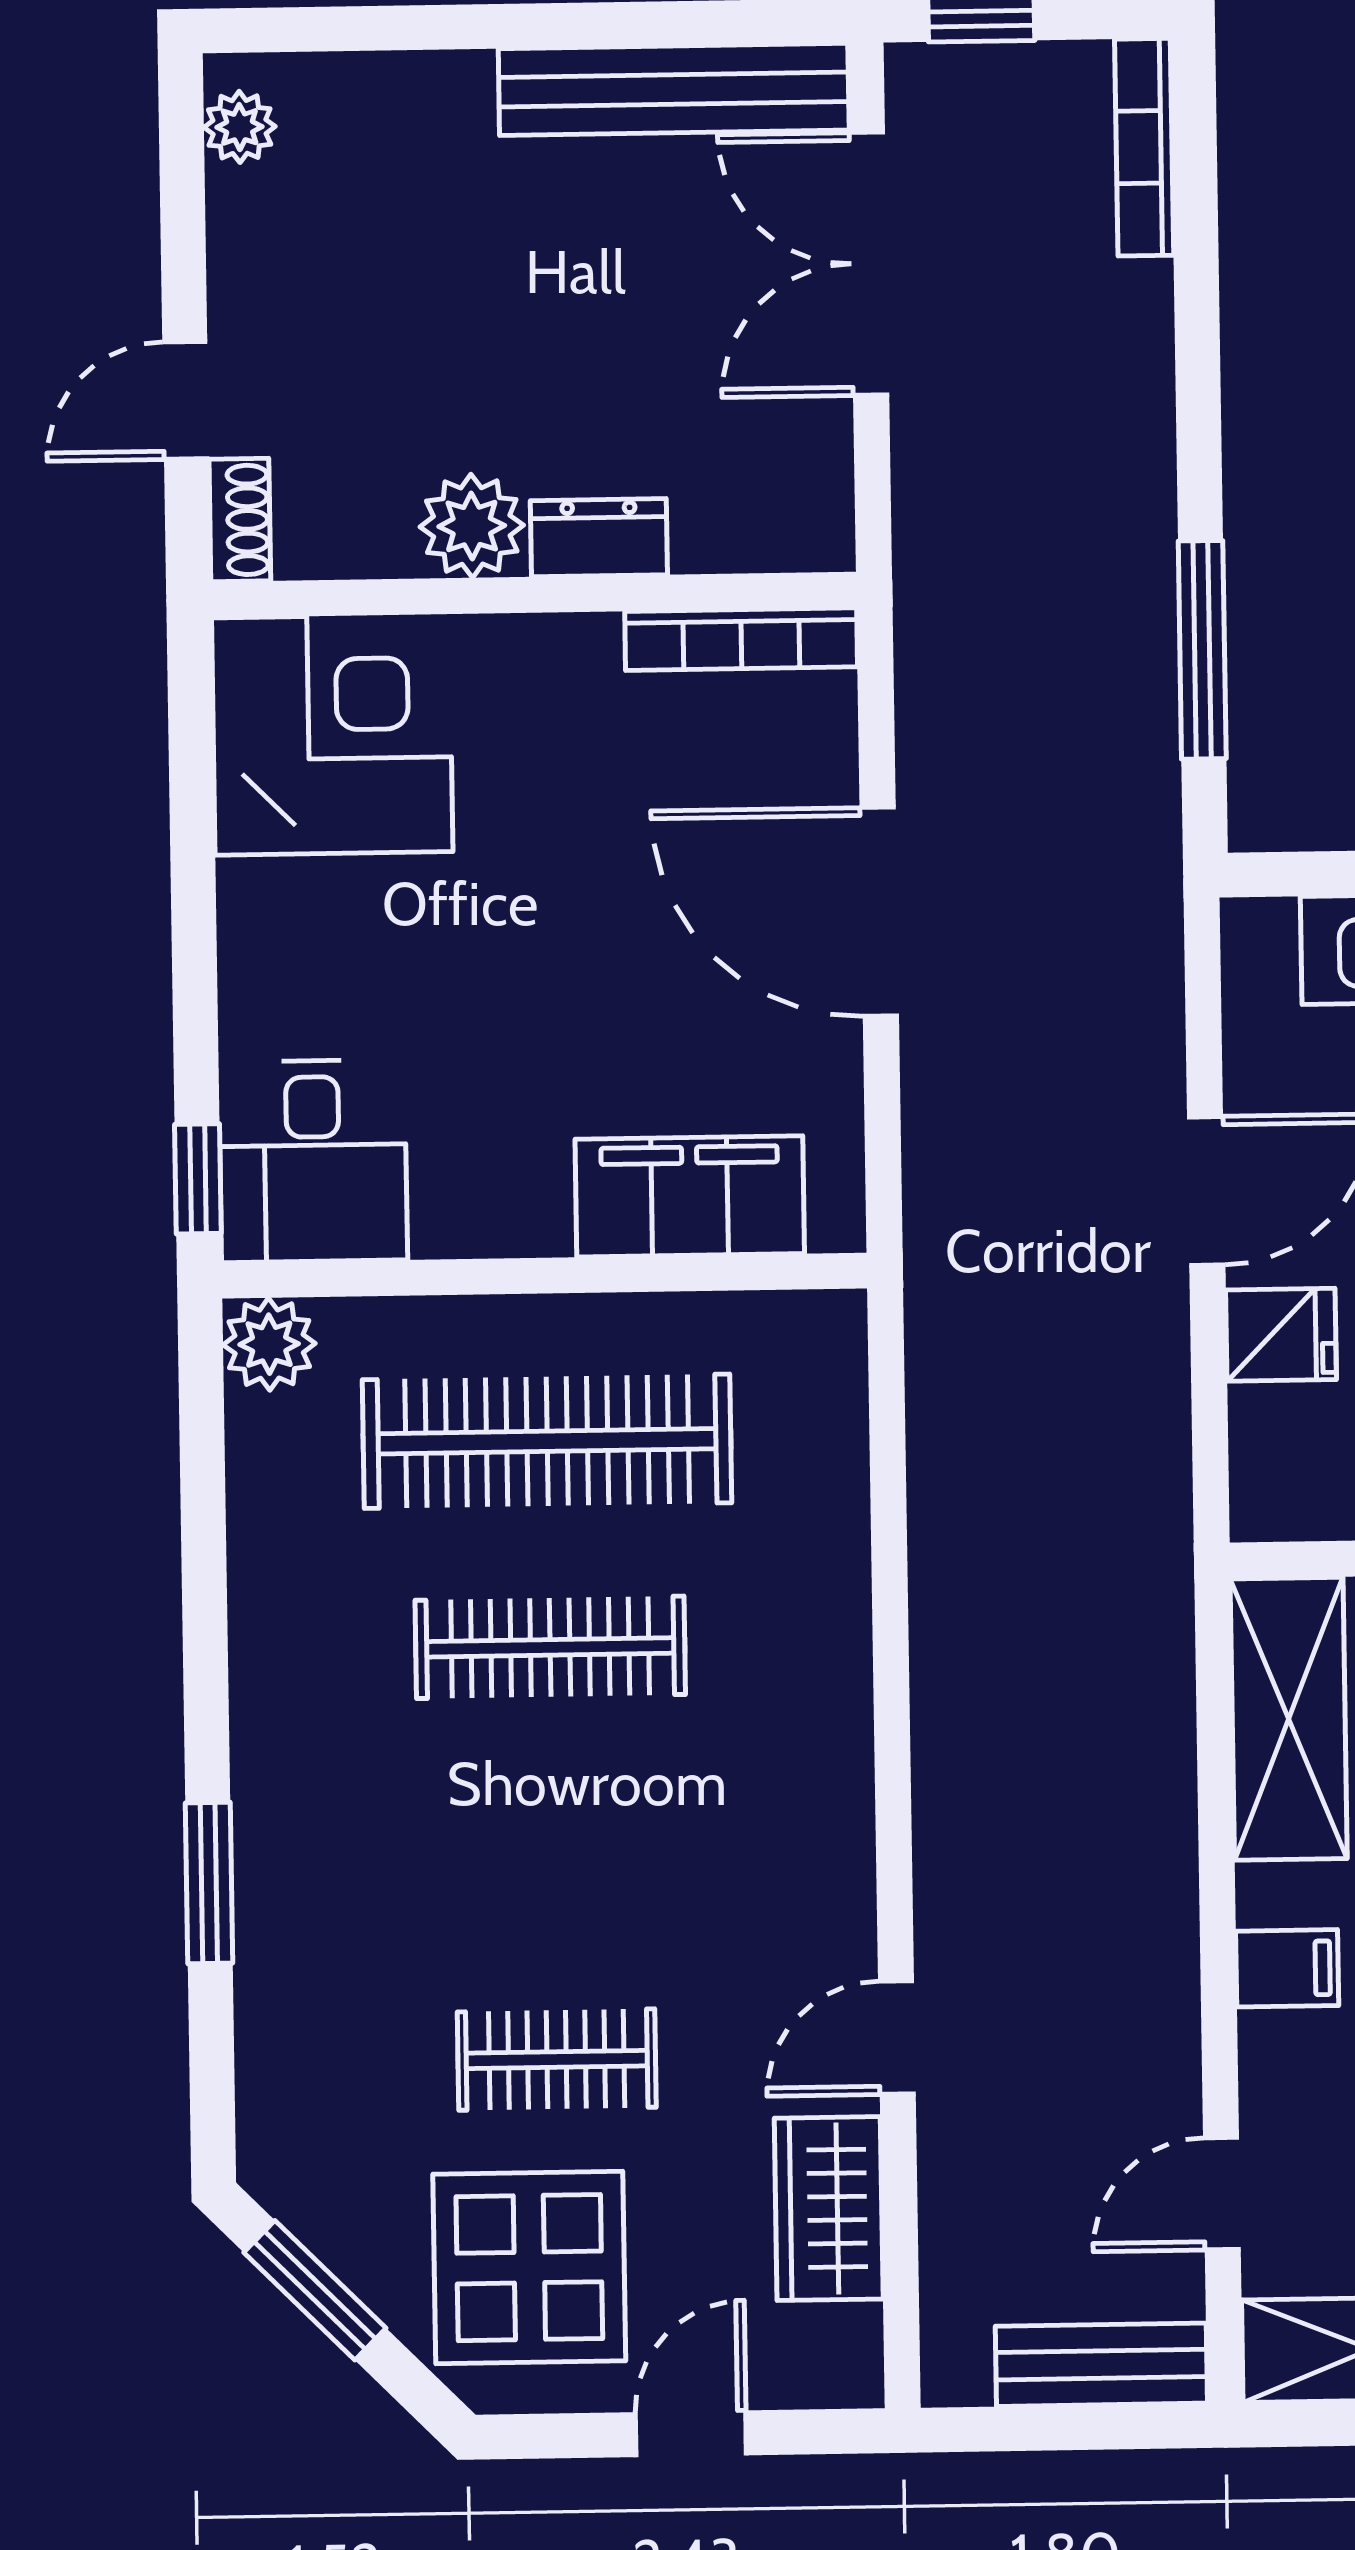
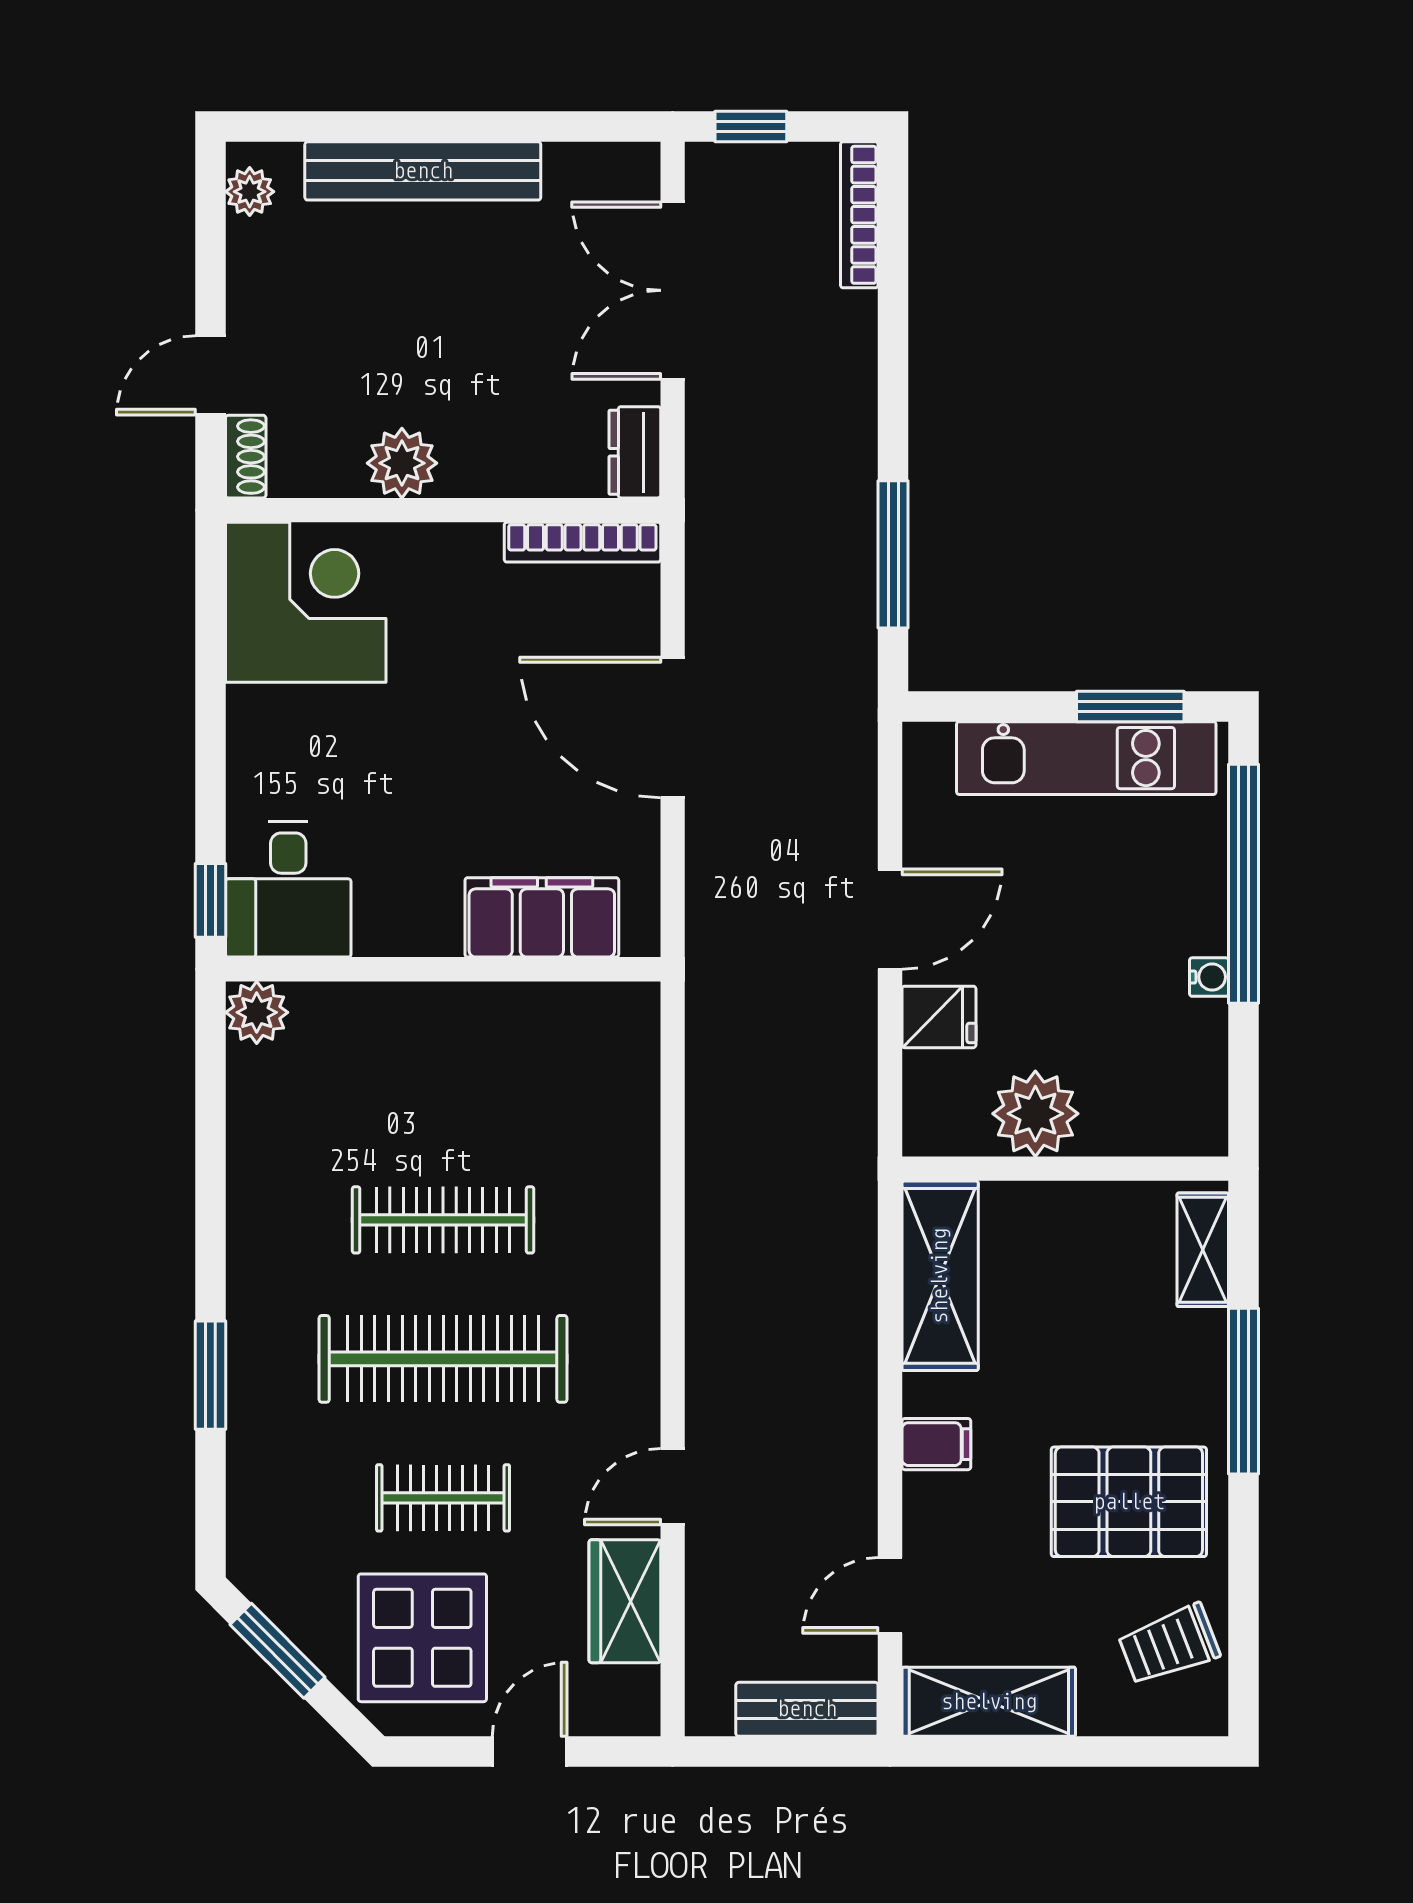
bench: (674, 89) -> (423, 171), moved
dresser: (599, 538) -> (635, 452), moved, turned -90
clothes rail: (547, 1441) -> (443, 1359), moved

